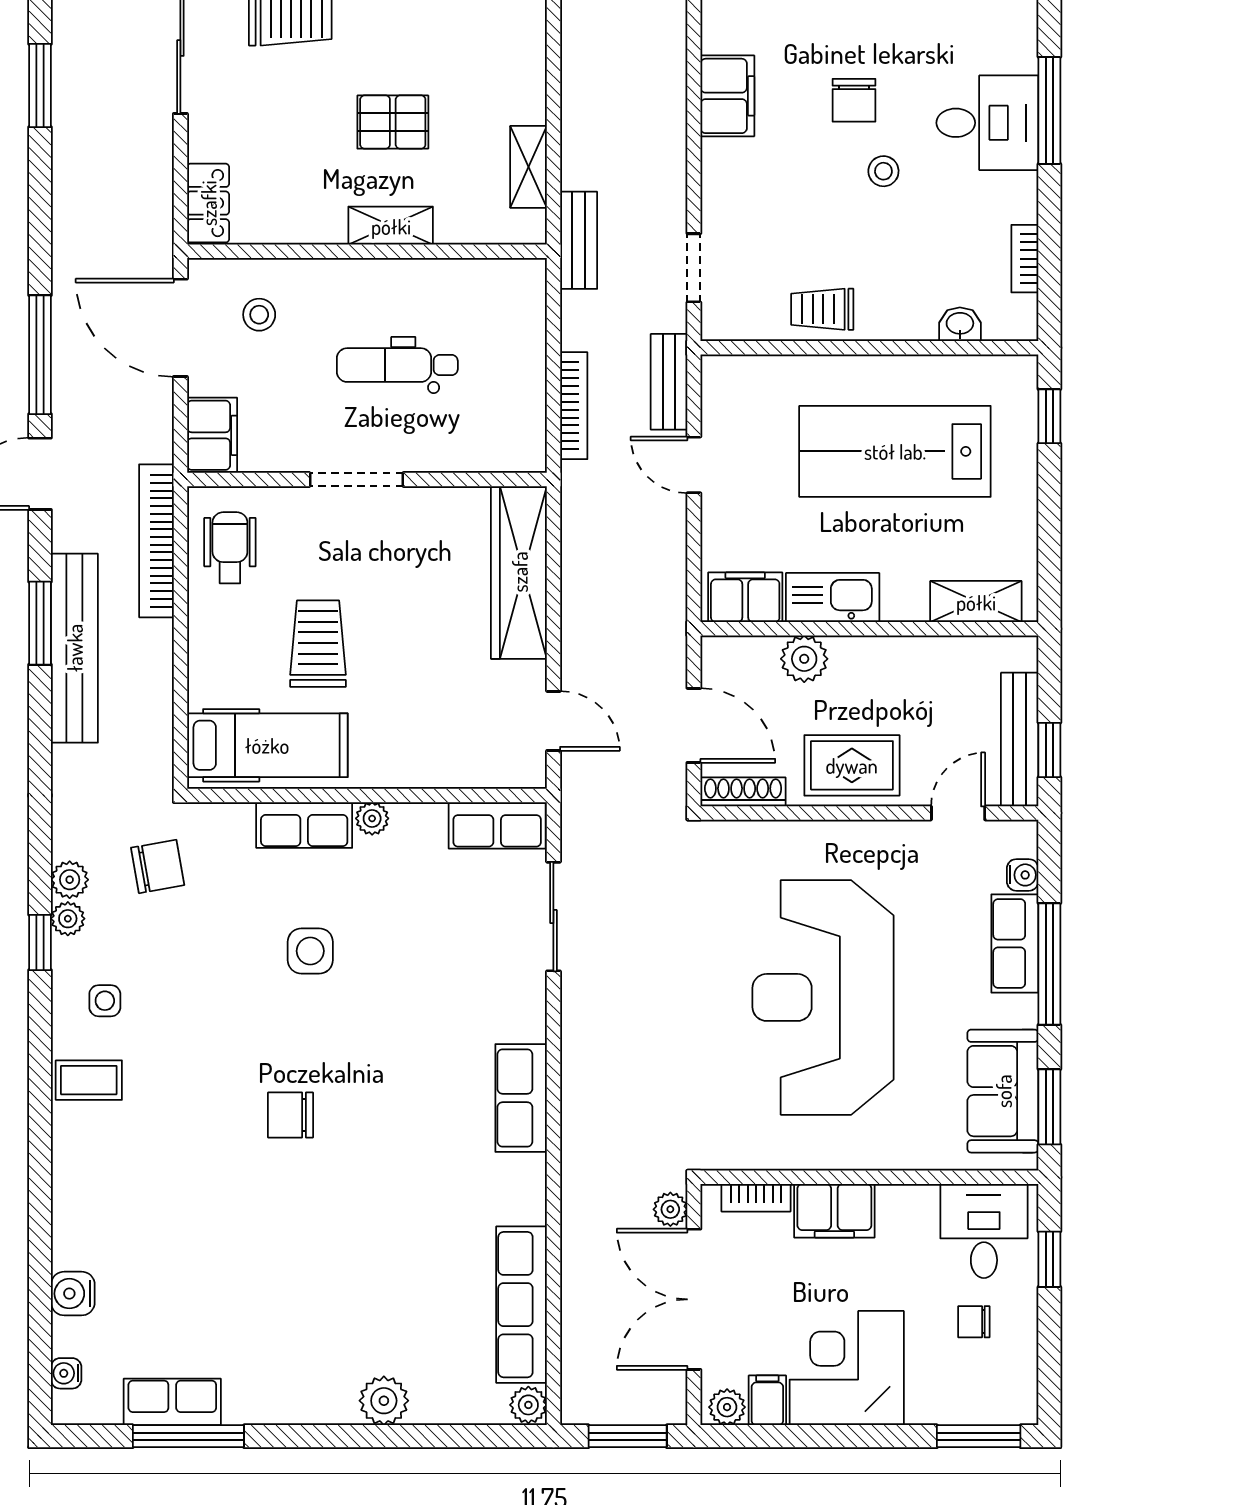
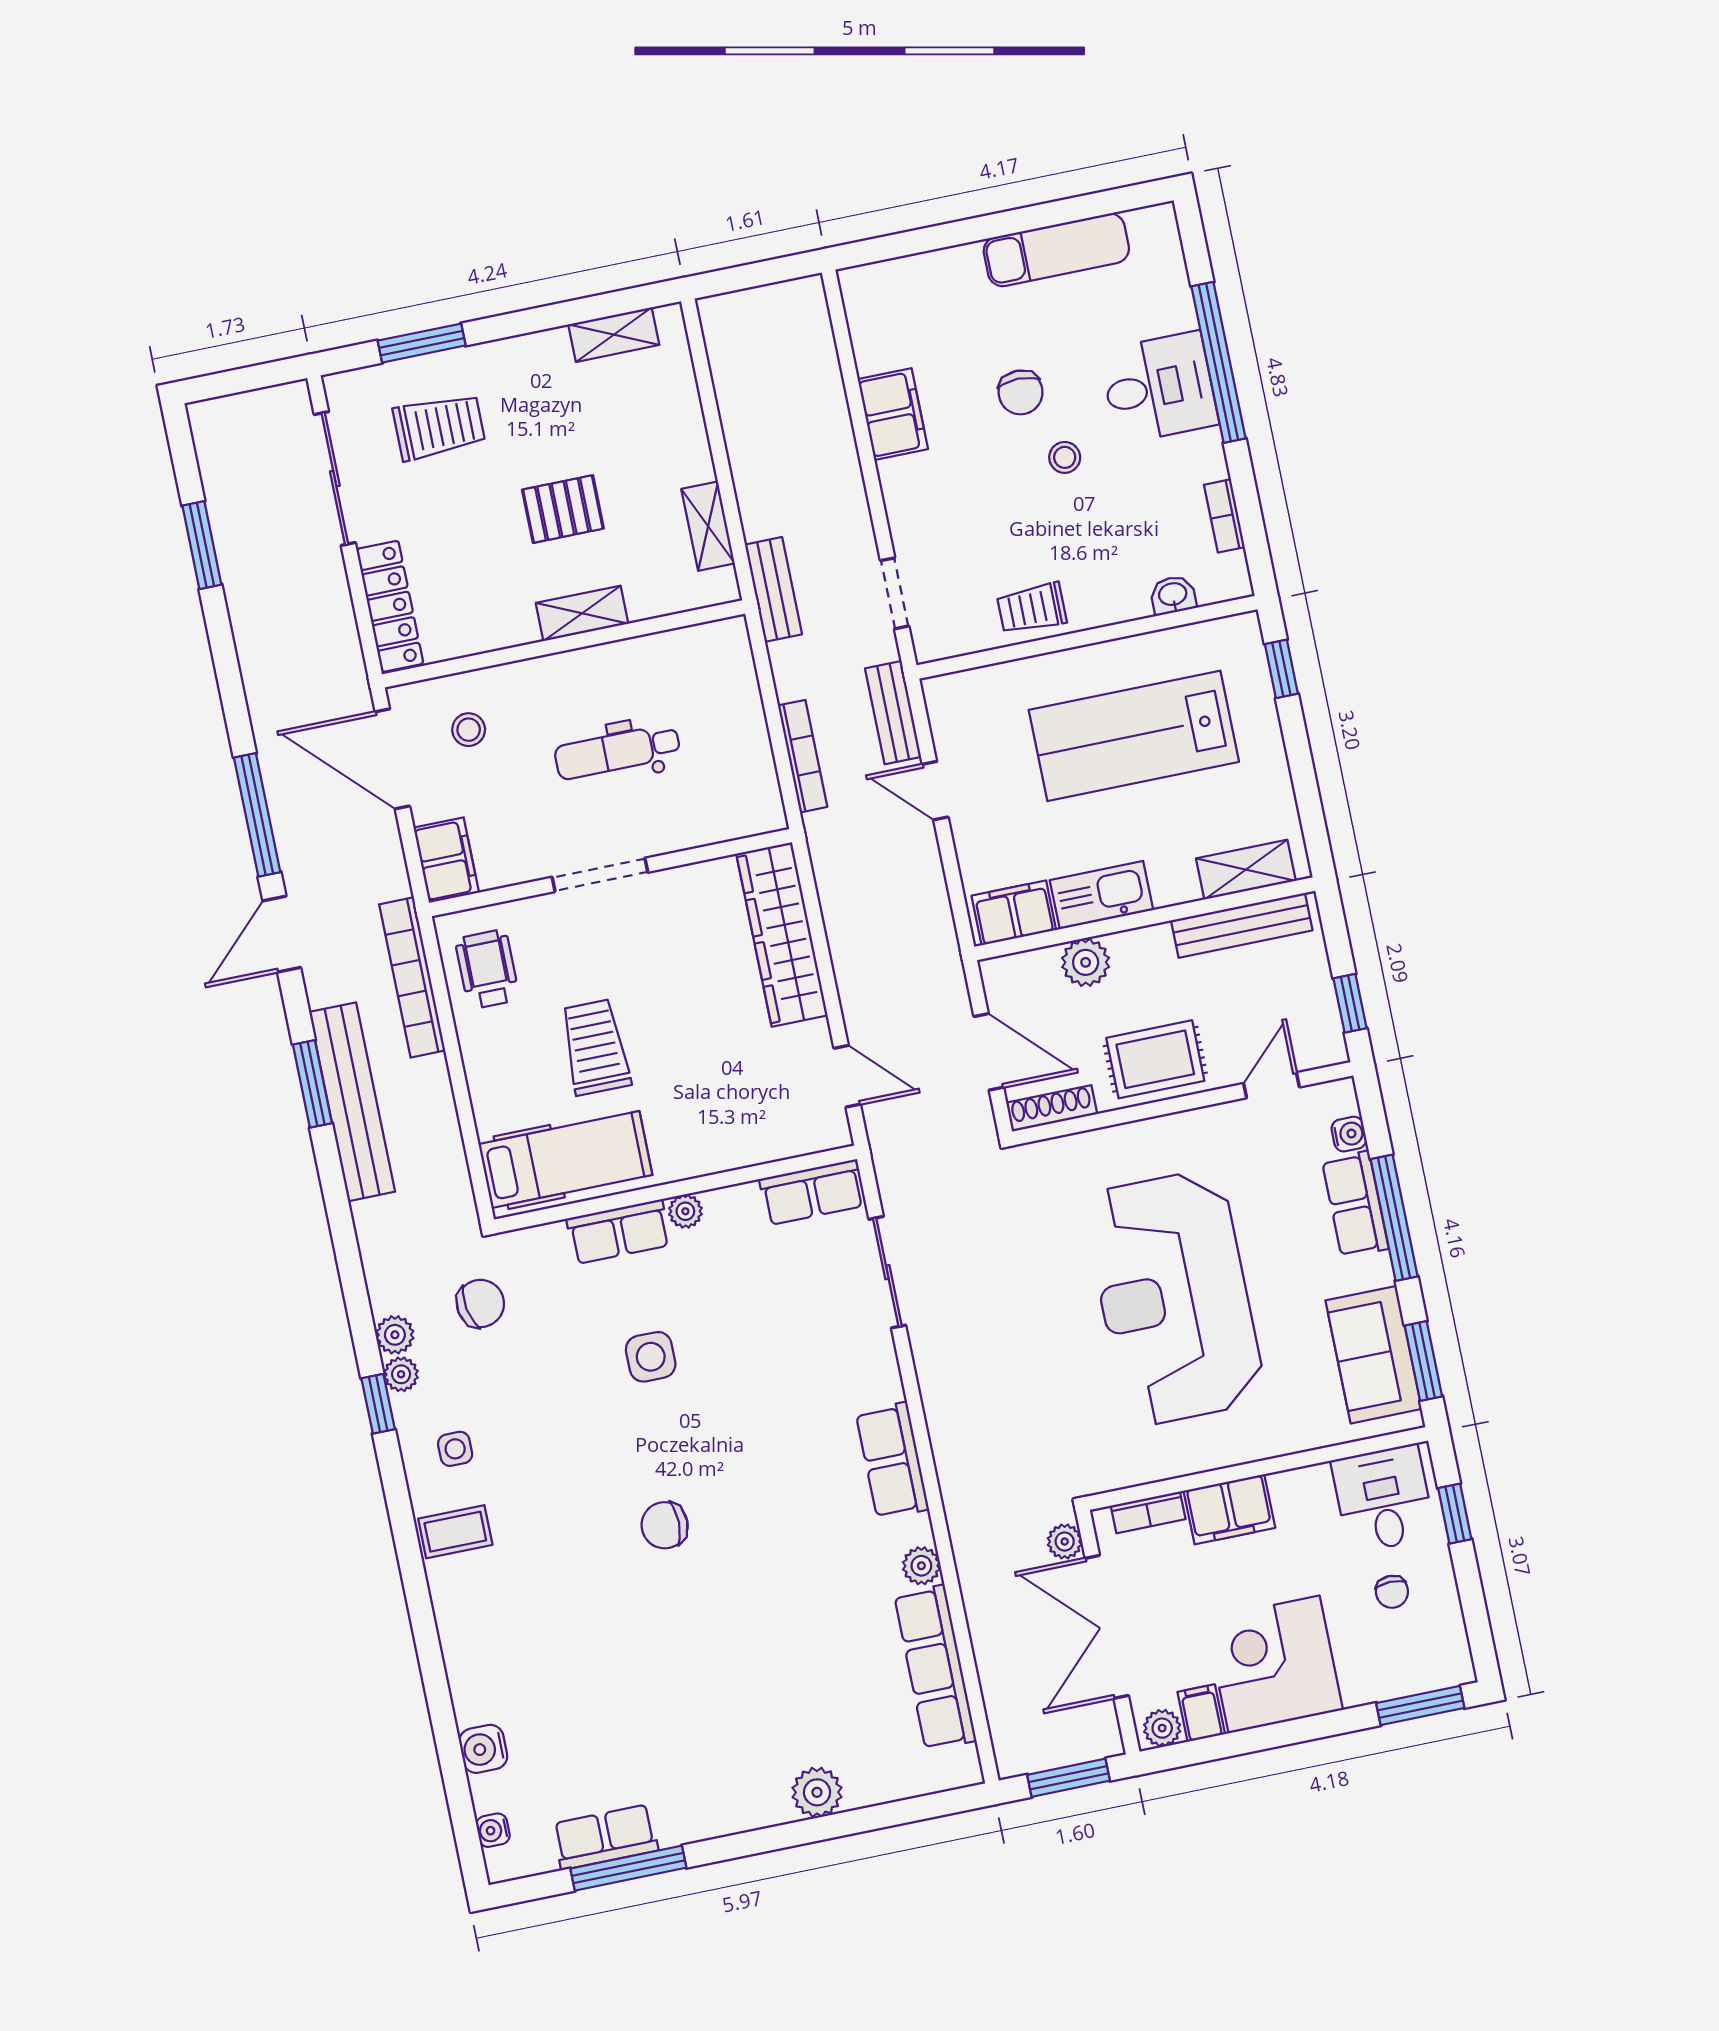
window: (1049, 110) -> (1218, 362), width x1.46
locker: (208, 203) -> (390, 606), width x1.53
bench: (1020, 740) -> (1242, 925), moved, turned 90
chair: (974, 1322) -> (1392, 1592), turned -91
plant: (528, 1405) -> (921, 1566), moved

